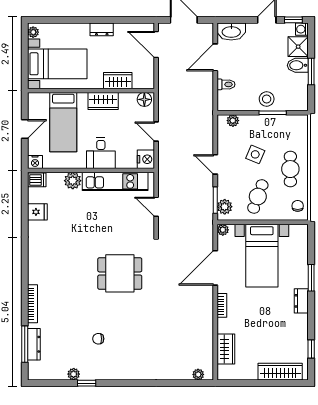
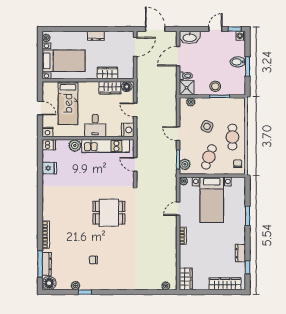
door: (156, 45) -> (135, 47), swing flipped
shower: (298, 47) -> (187, 88), moved
wardrobe: (103, 101) -> (110, 88), moved
door: (25, 129) -> (40, 108), hinge flipped
door: (215, 268) -> (178, 209), width x0.53
dresser: (301, 301) -> (240, 253), moved
wardrobe: (226, 349) -> (186, 279), moved
floor lamp: (37, 371) -> (49, 283), added

